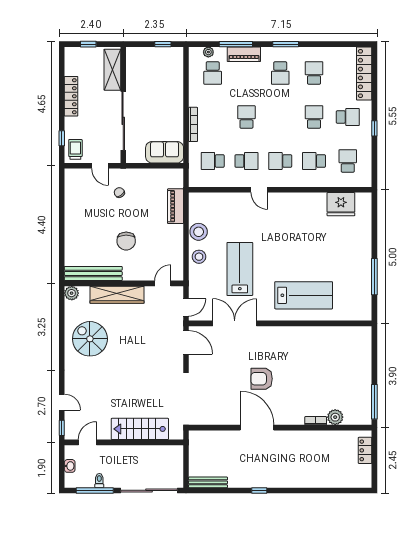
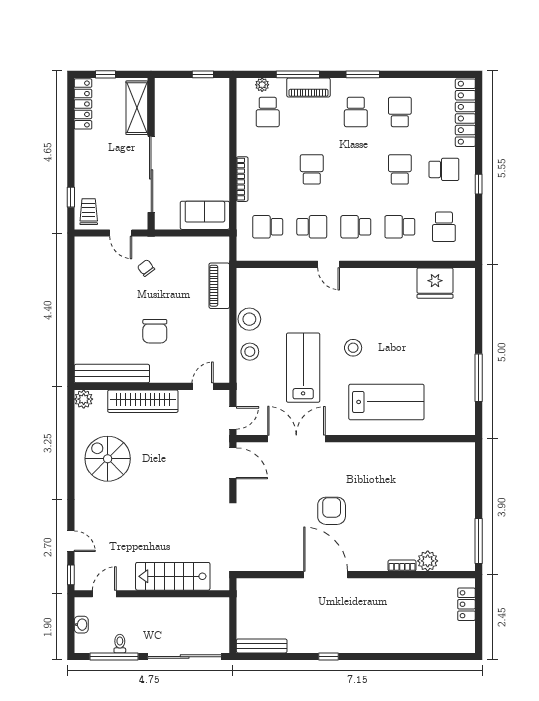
locker: (71, 96) -> (83, 104), moved
school desk: (348, 161) -> (444, 227), turned 180
stool: (278, 254) -> (353, 348), added
armchair: (262, 379) -> (332, 511), turned 90

